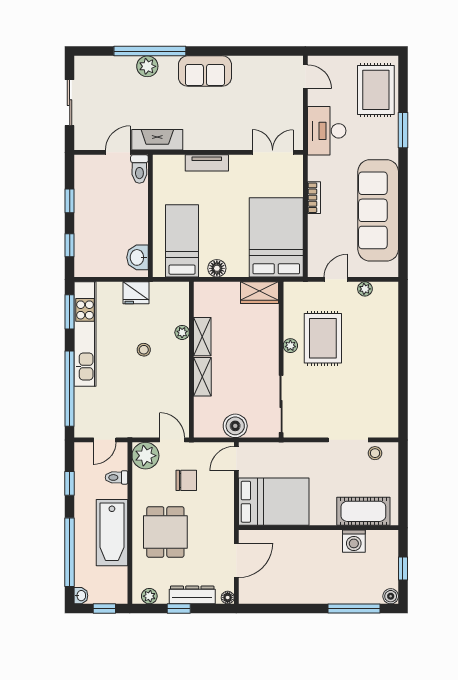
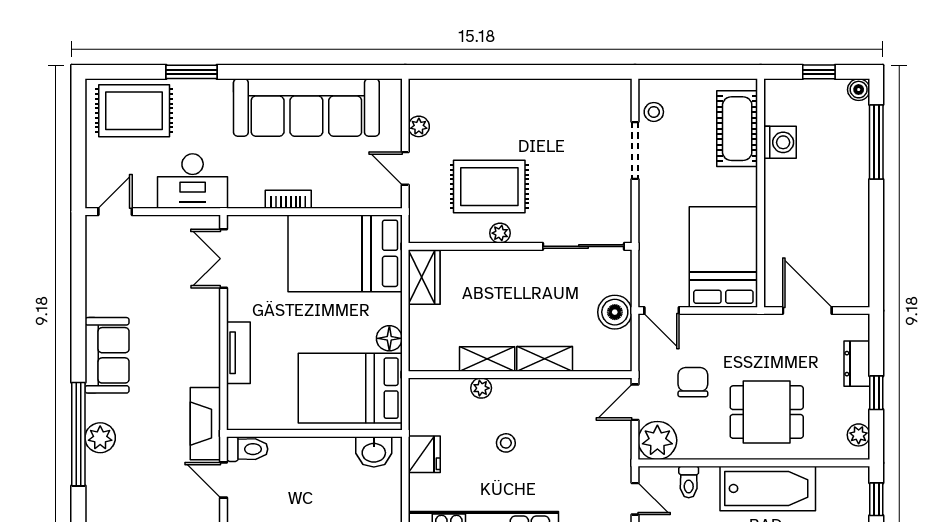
bed: (182, 241) -> (350, 388), width x1.50
dresser: (192, 595) -> (857, 364), width x0.70
floor lamp: (228, 598) -> (861, 323), removed

